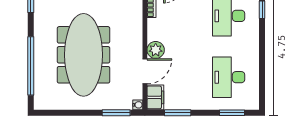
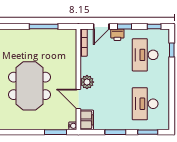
meeting table: (84, 55) -> (29, 86), width x0.73
door: (145, 71) -> (78, 99), swing flipped
window: (178, 113) -> (115, 132), moved

